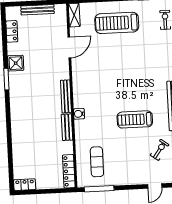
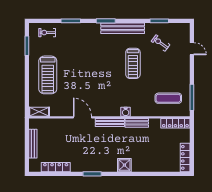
locker: (12, 31) -> (56, 167), width x1.53
door: (69, 47) -> (82, 117), moved
shower: (16, 63) -> (124, 165), moved
locker: (25, 185) -> (185, 157), width x1.53

